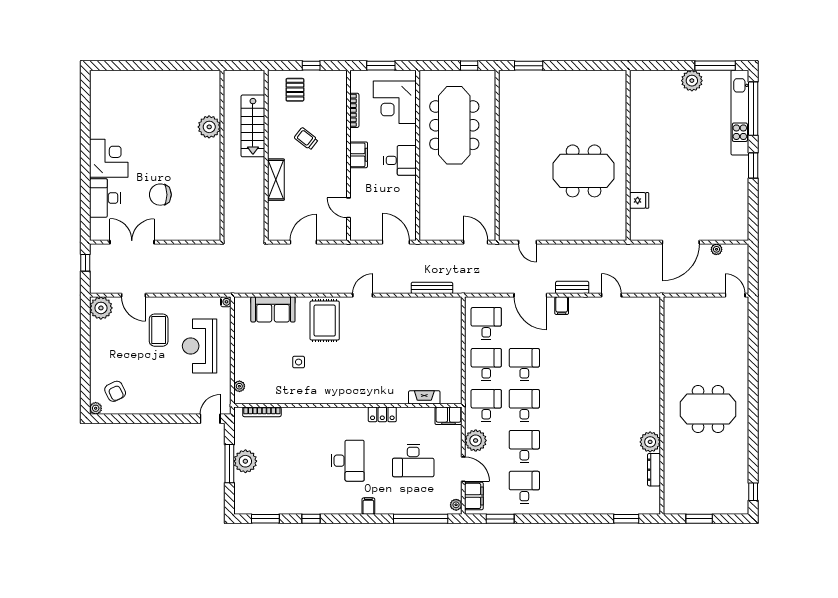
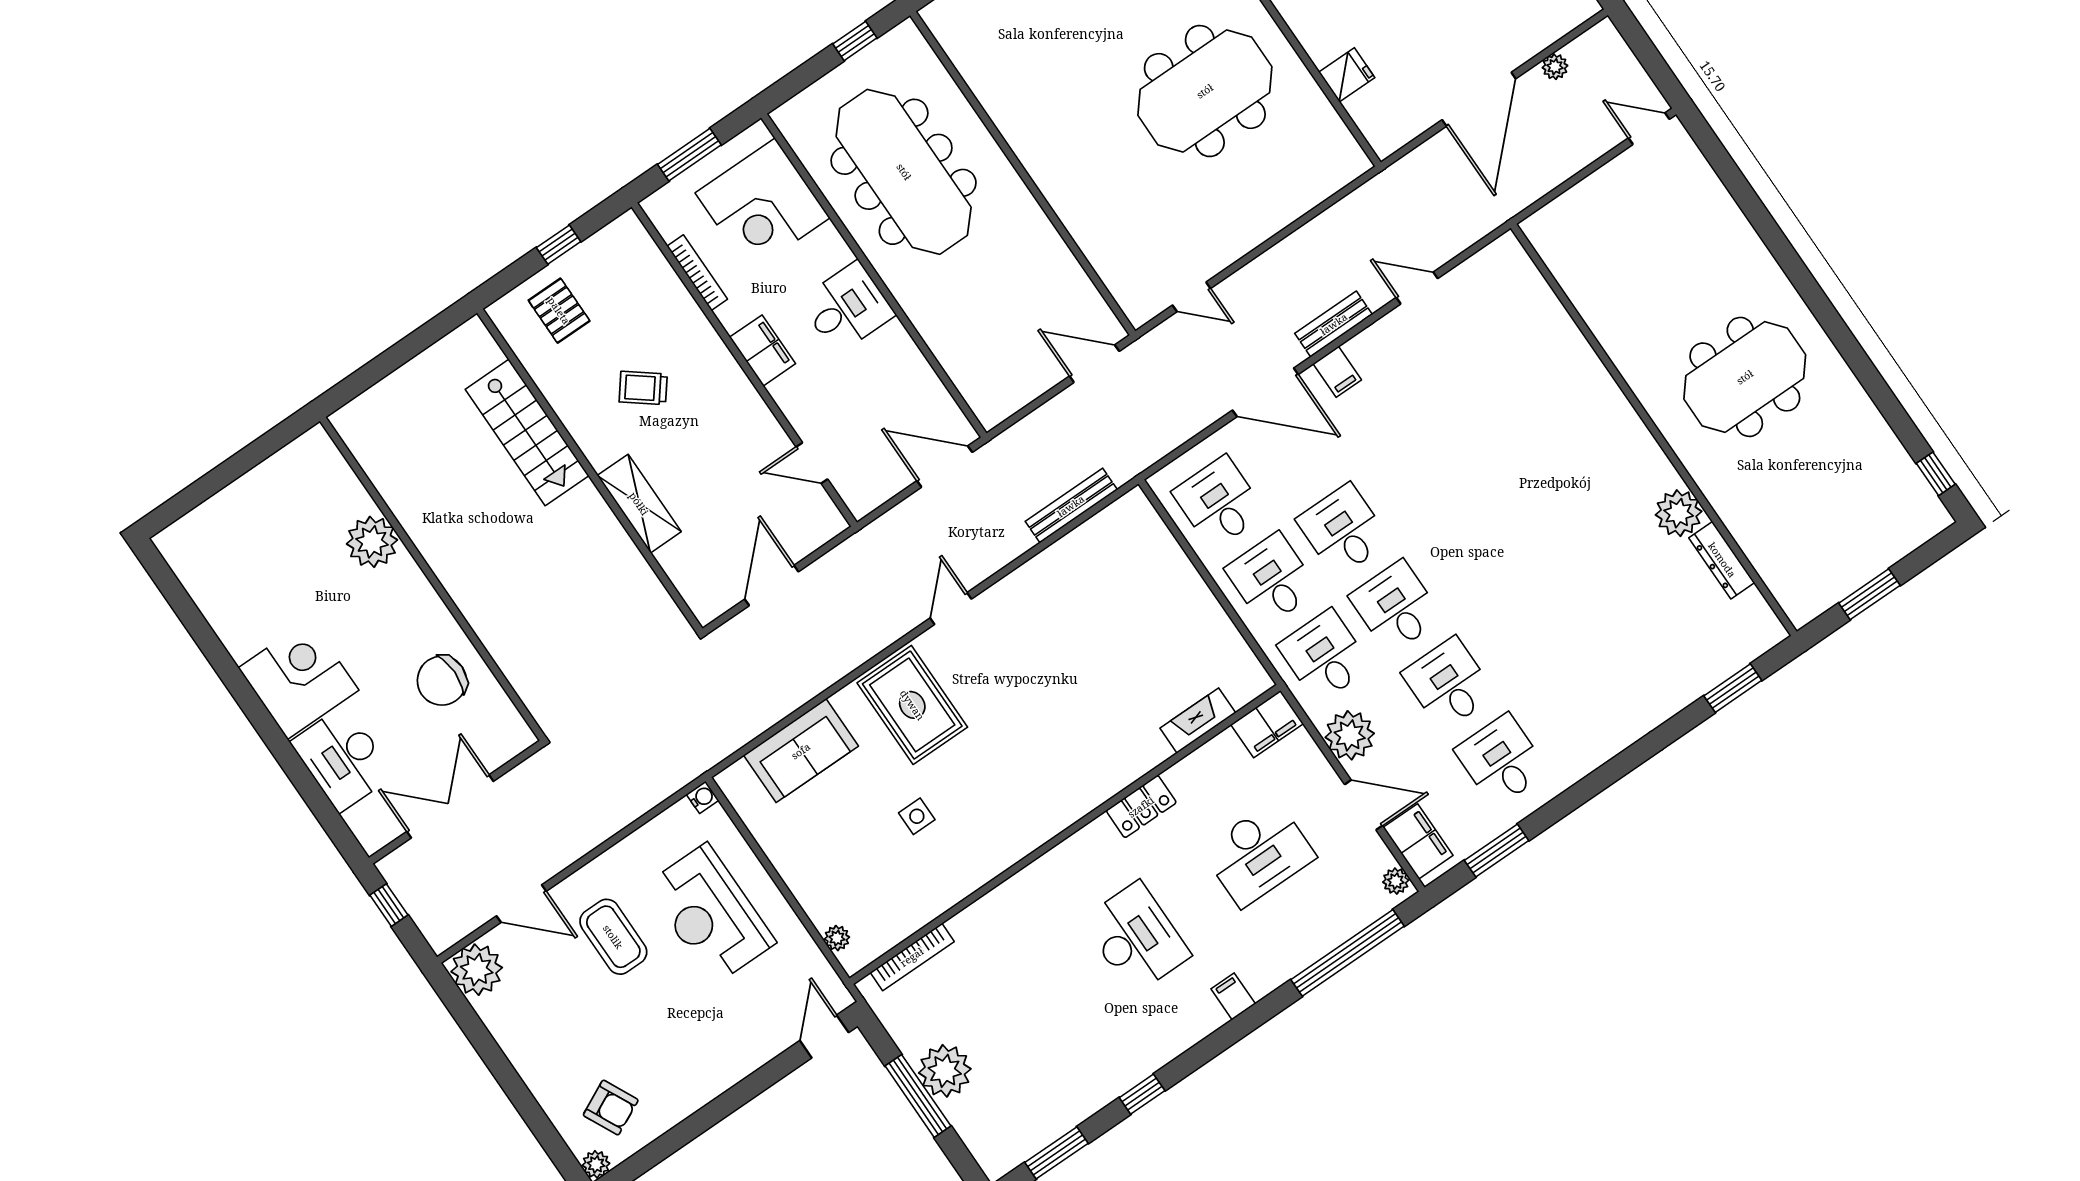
plant: (209, 127) -> (372, 542), moved
wall: (222, 155) -> (433, 579), moved

